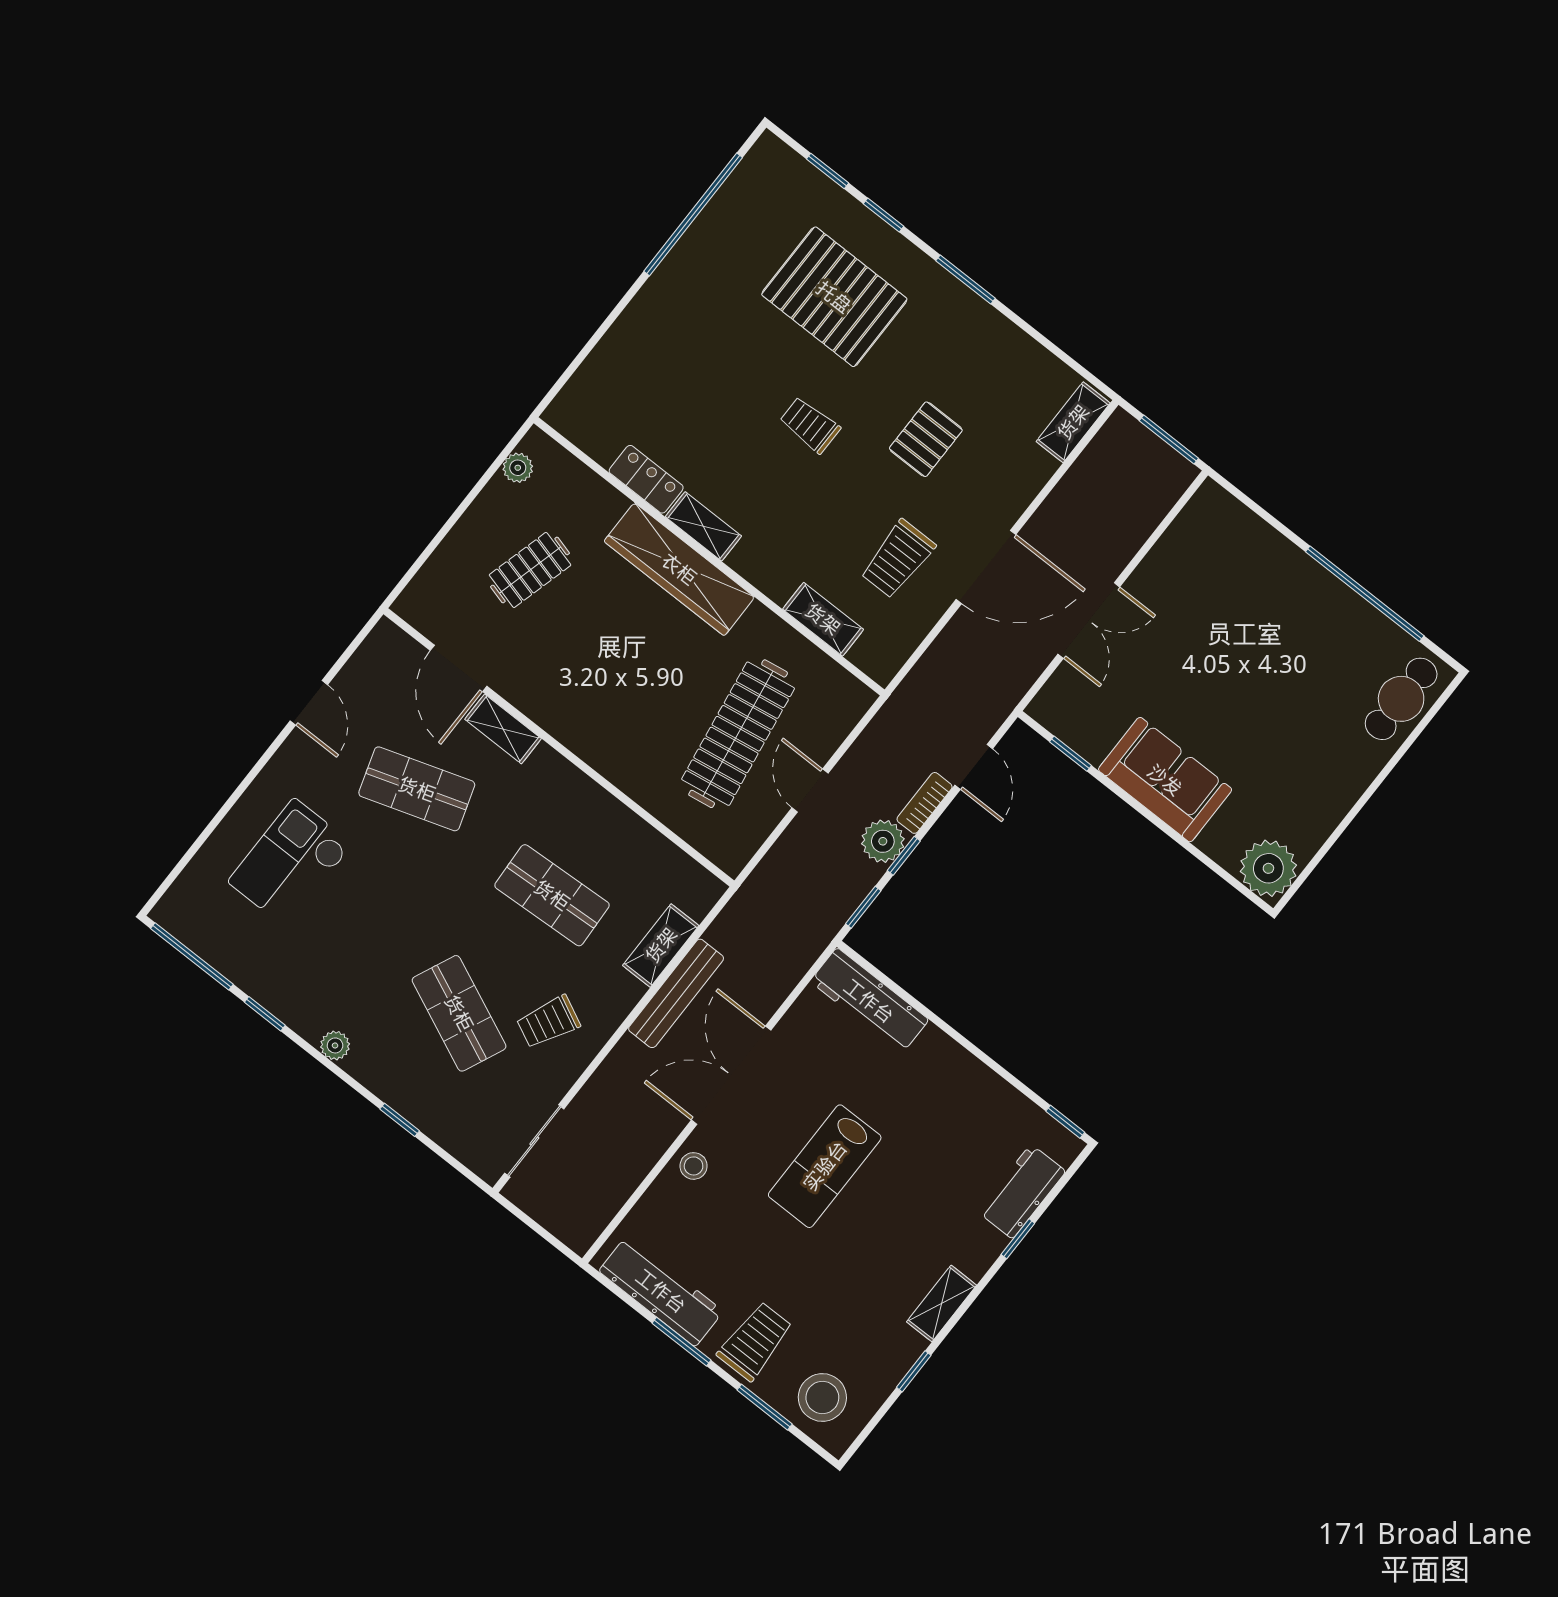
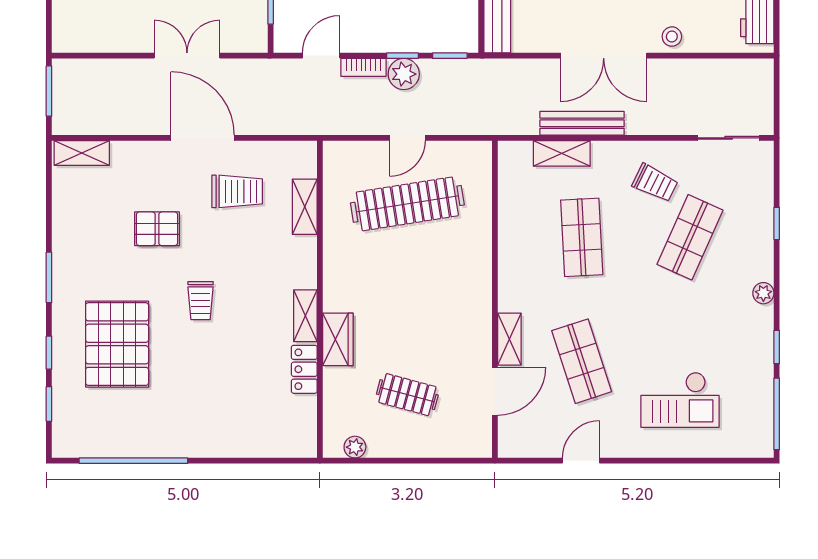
wardrobe: (679, 569) -> (338, 339), width x0.48, depth x0.85

